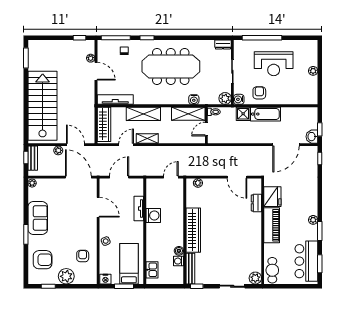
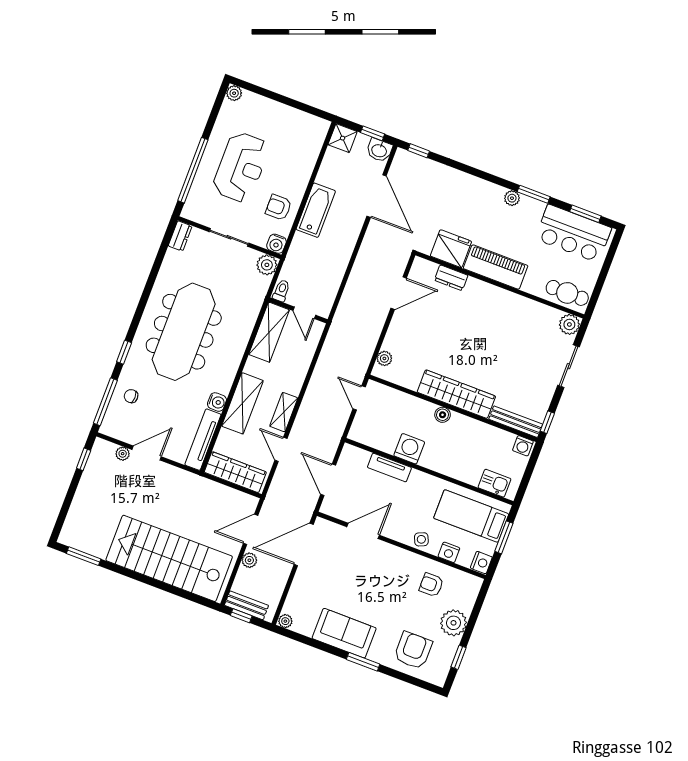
plant: (313, 71) -> (234, 93), moved
water cooler: (194, 99) -> (217, 402), moved
shower: (243, 114) -> (343, 138), moved
boiler: (179, 251) -> (443, 415), moved
nightstand: (104, 259) -> (449, 552), added
washing machine: (179, 261) -> (523, 446), moved

